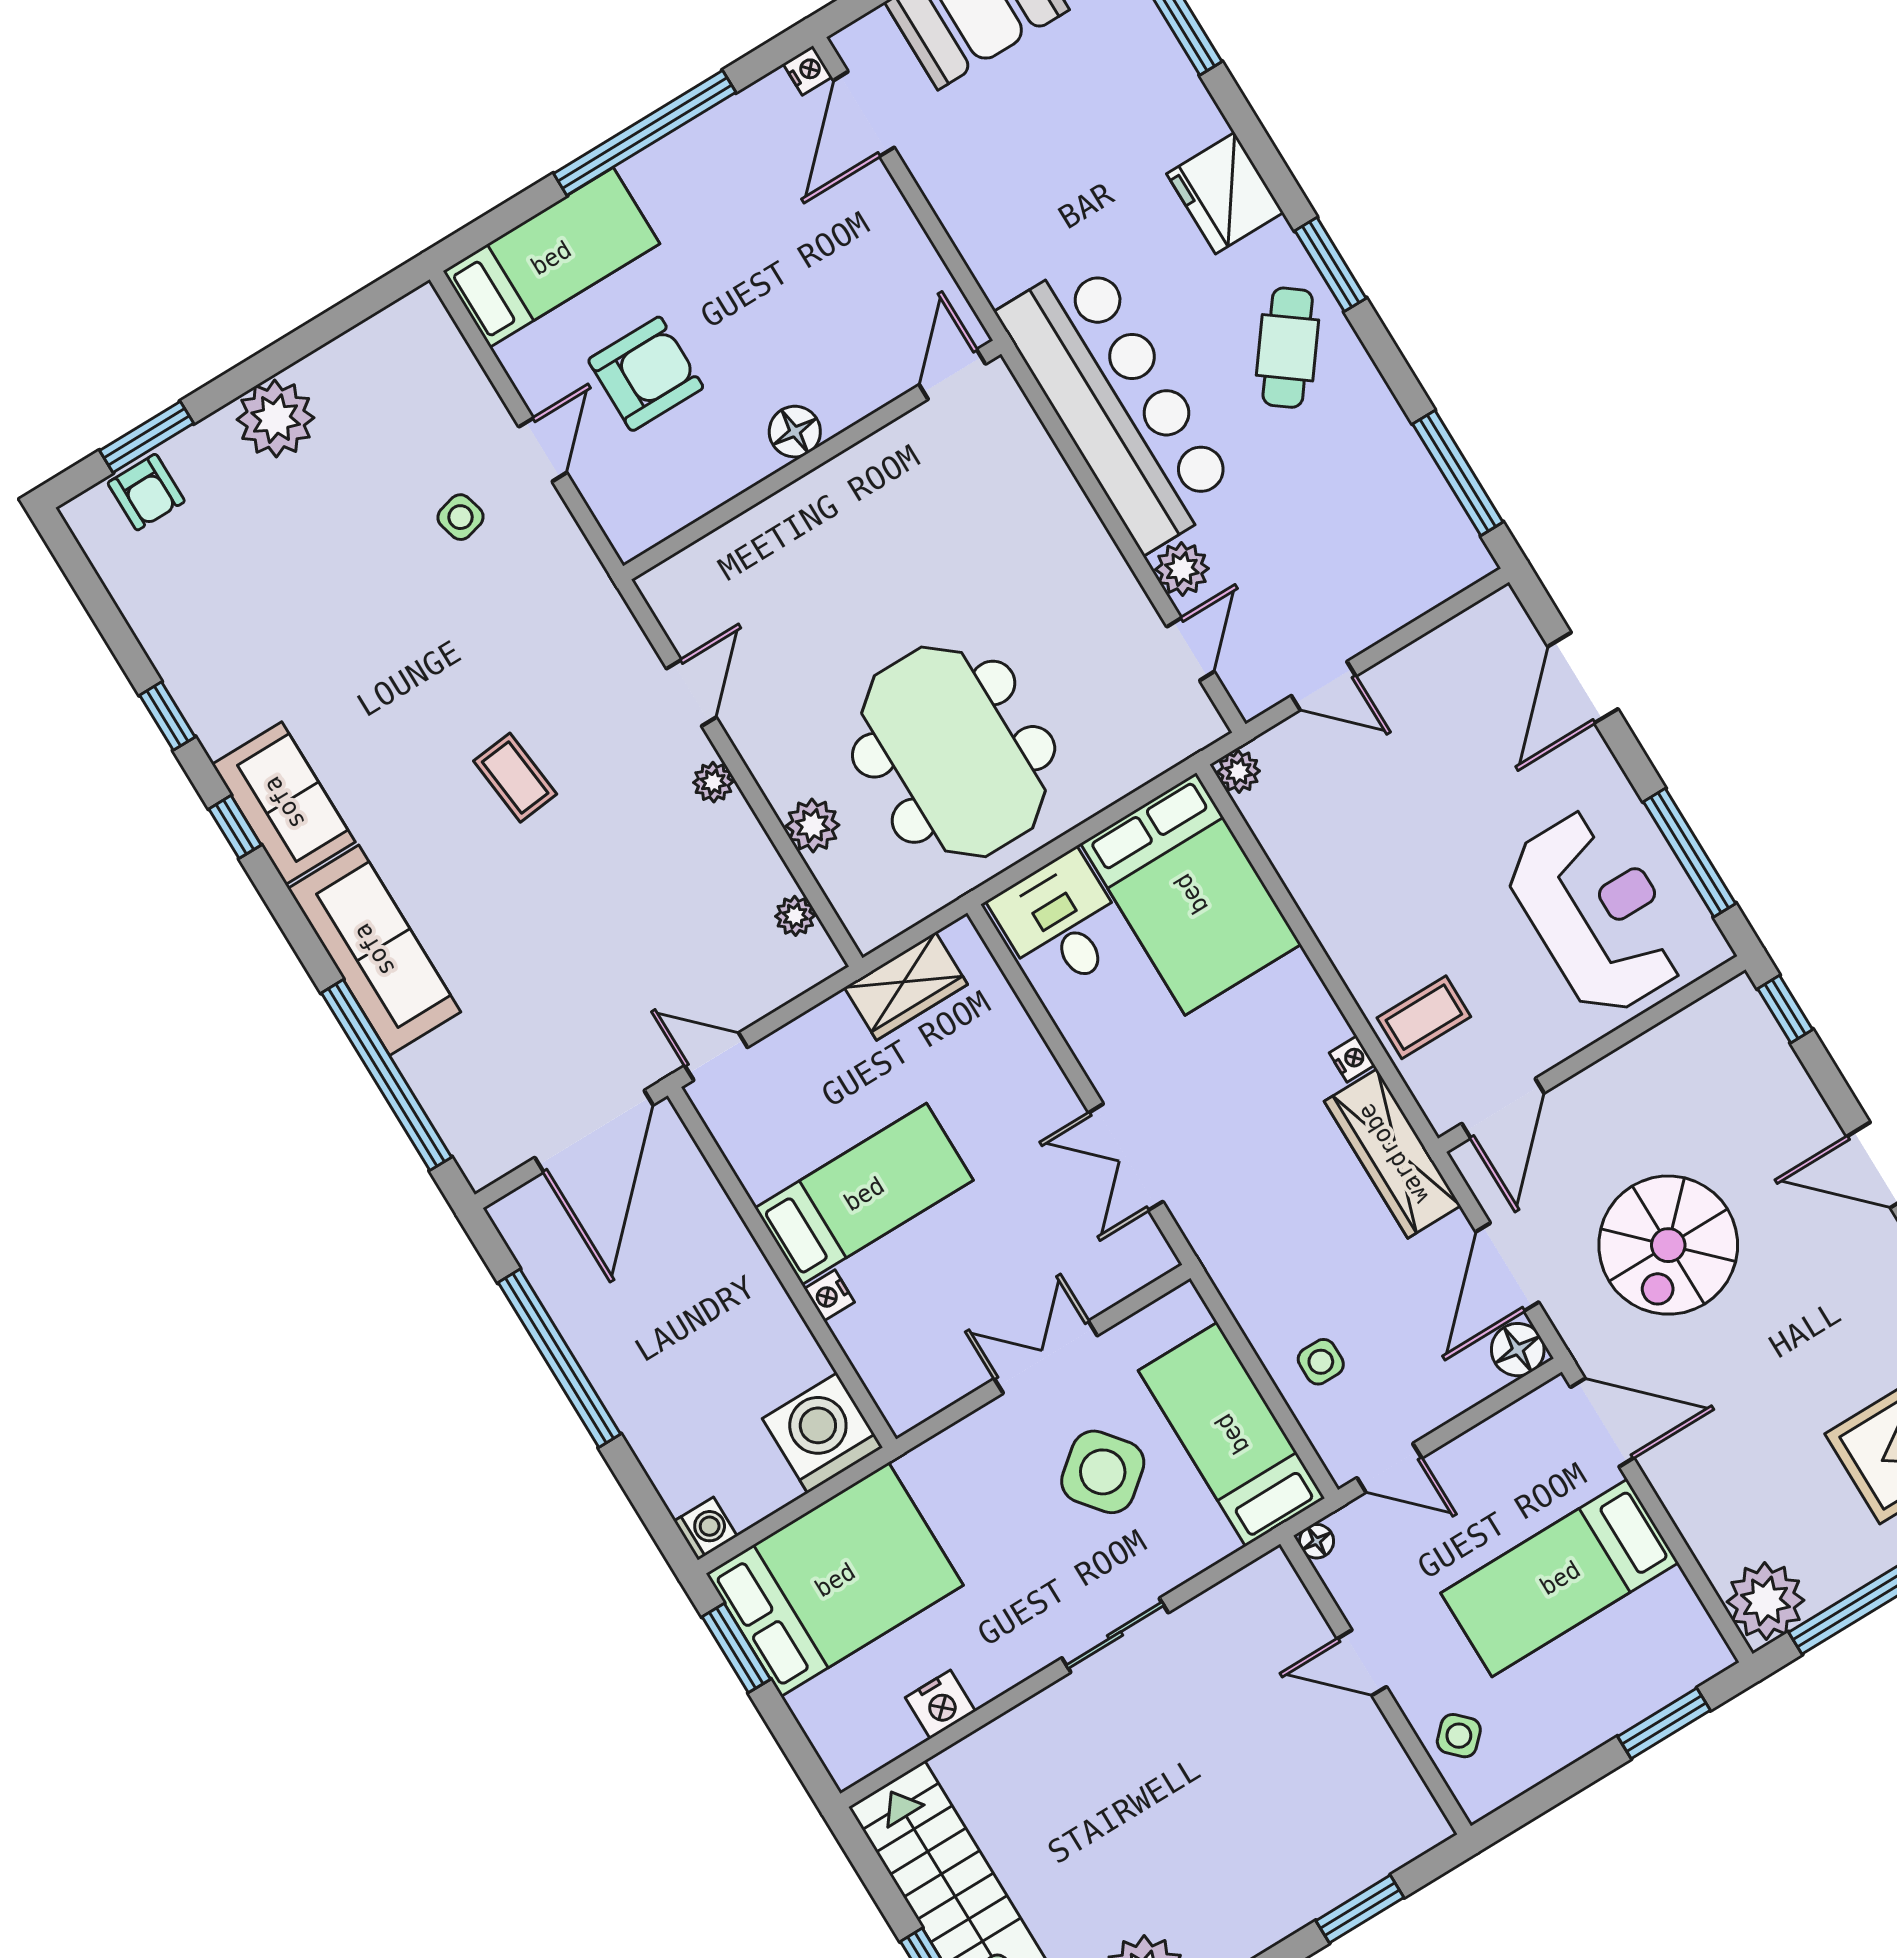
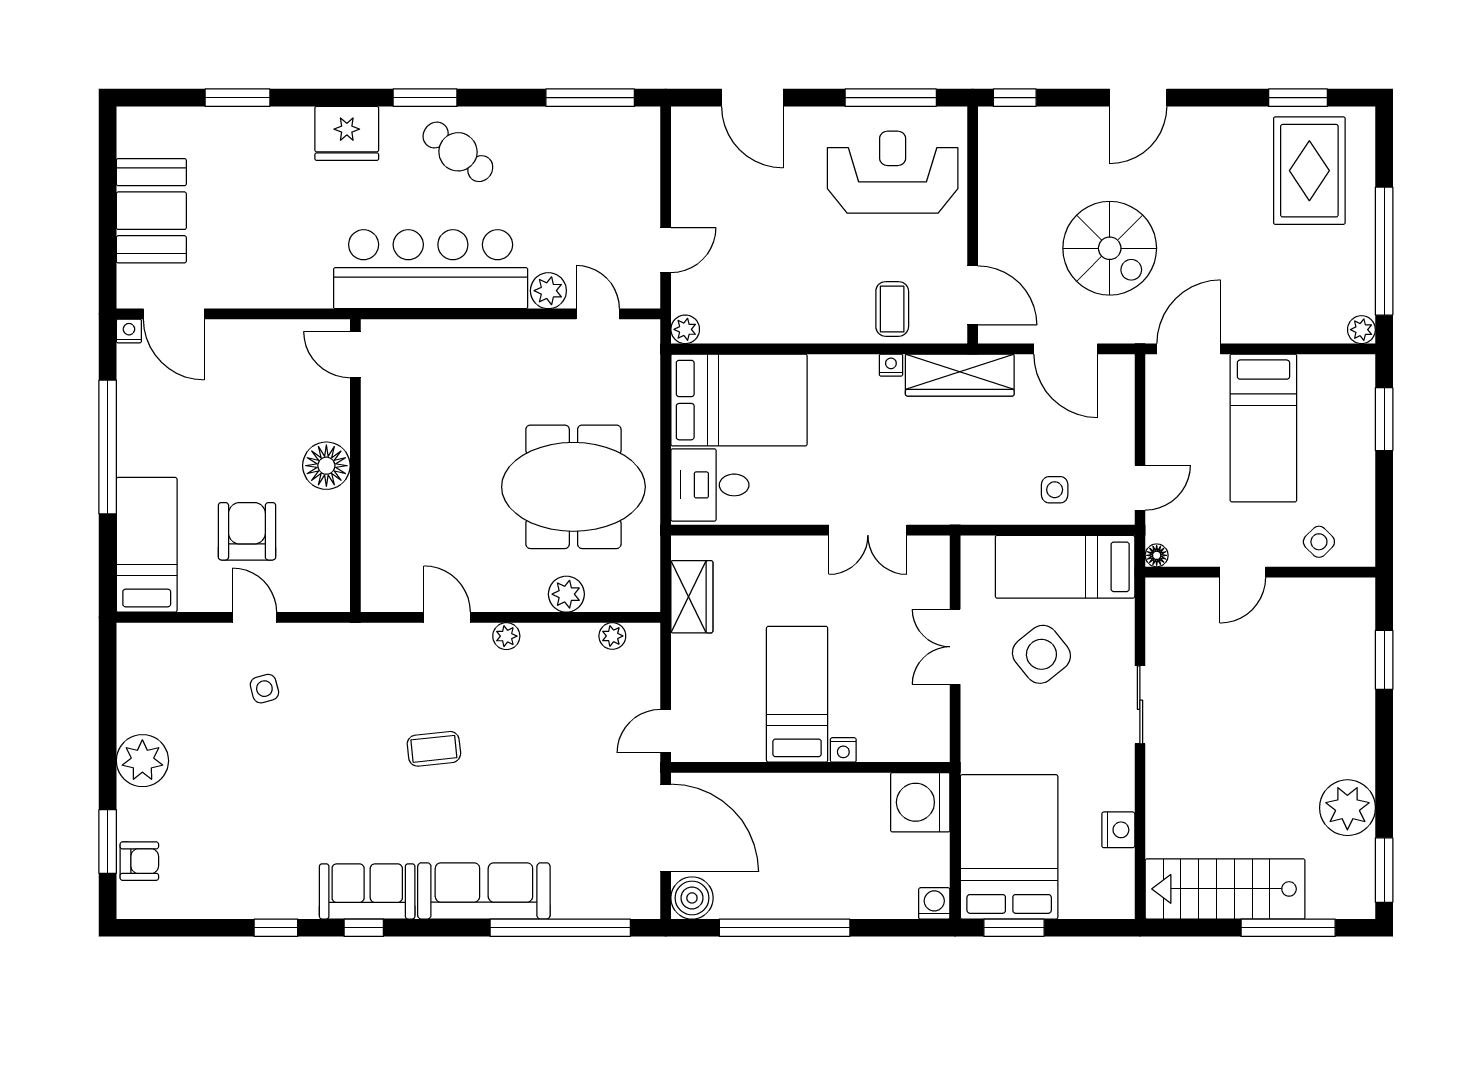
floor lamp: (795, 432) -> (326, 466), width x1.38, depth x1.38
boiler: (526, 1218) -> (692, 898), added
floor lamp: (1518, 1350) -> (1117, 372), removed
plant: (1765, 1601) -> (1361, 330), width x0.53, depth x0.53

